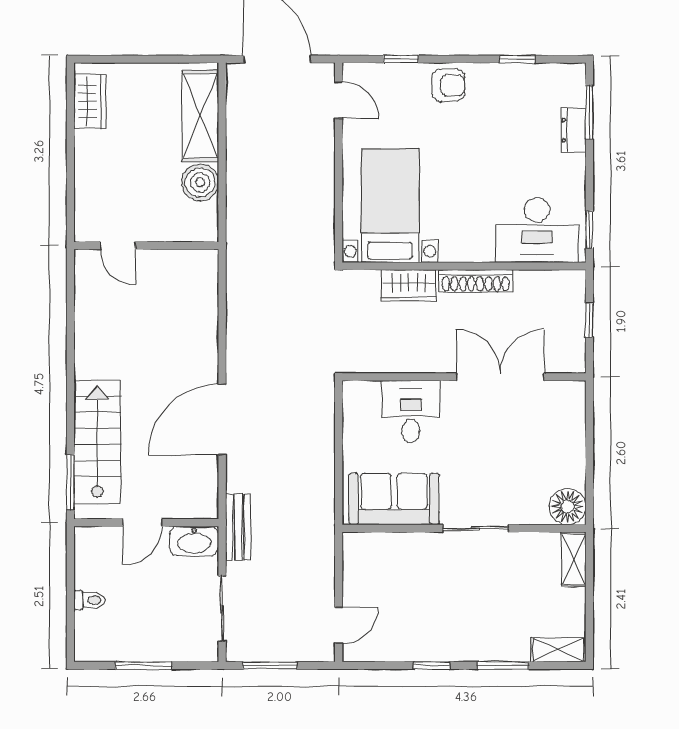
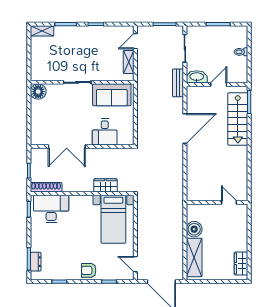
dresser: (573, 130) -> (36, 262), moved
shoe rack: (476, 281) -> (46, 187), moved
shelving: (574, 559) -> (129, 62), moved

